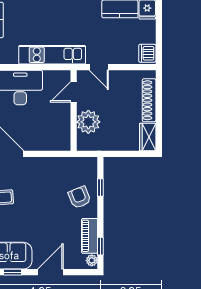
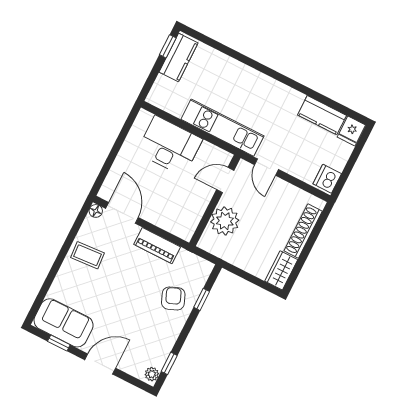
piano: (90, 236) -> (157, 246), moved, turned -90

